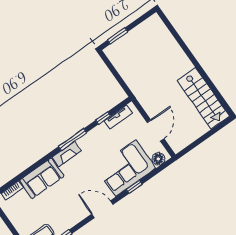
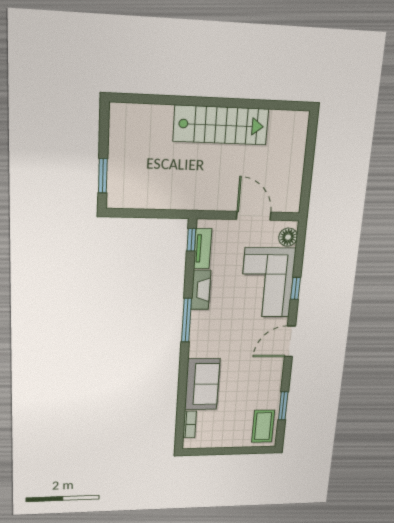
stairs: (203, 98) -> (221, 125), moved
window: (103, 118) -> (191, 240), moved
fireplace: (67, 154) -> (201, 290), moved

